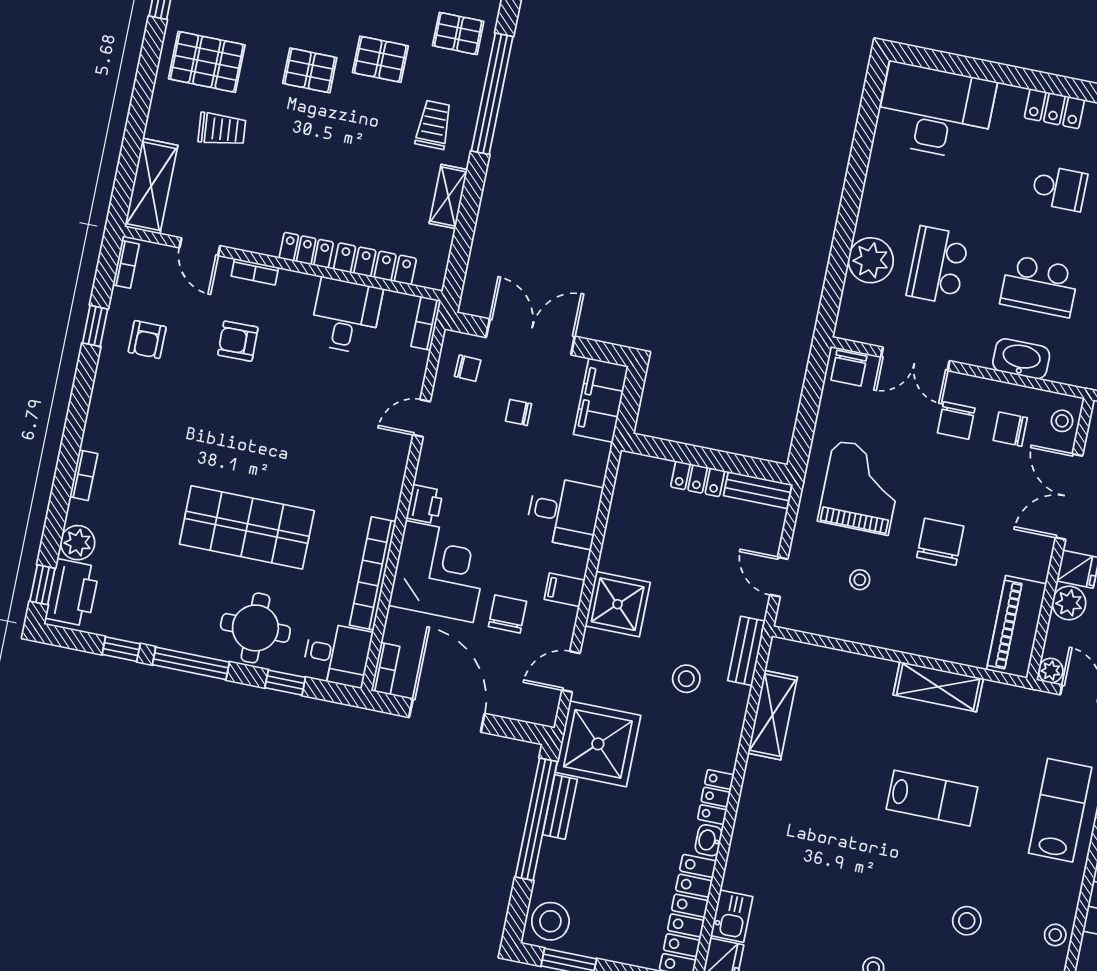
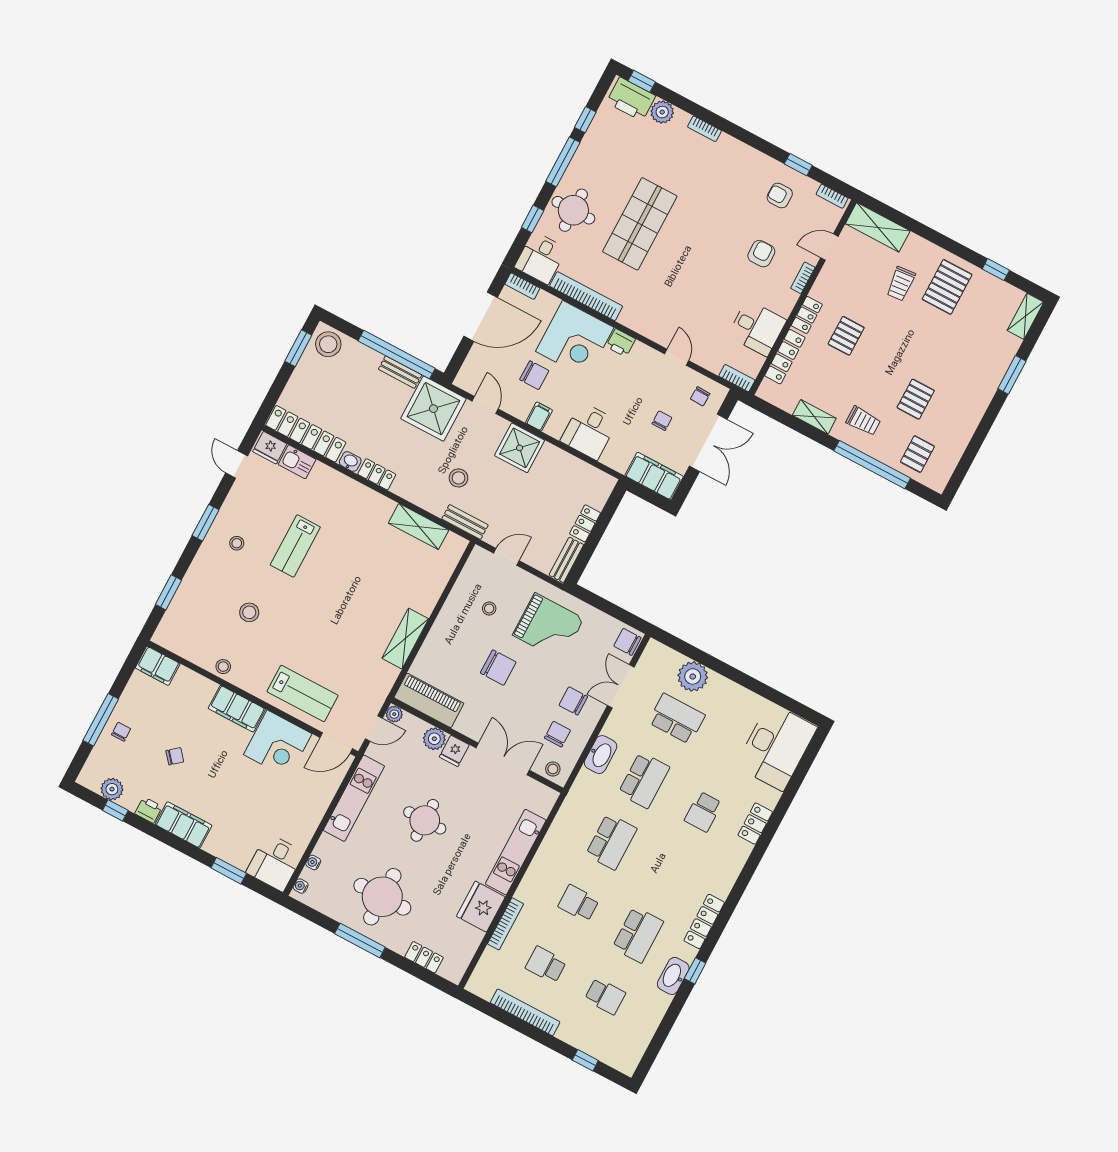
pallet: (310, 70) -> (846, 336), moved
school desk: (1039, 286) -> (644, 780), turned 180
lab bench: (932, 798) -> (295, 546), moved

